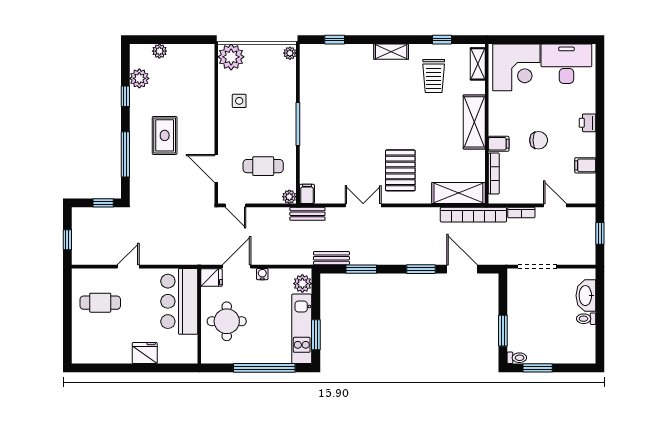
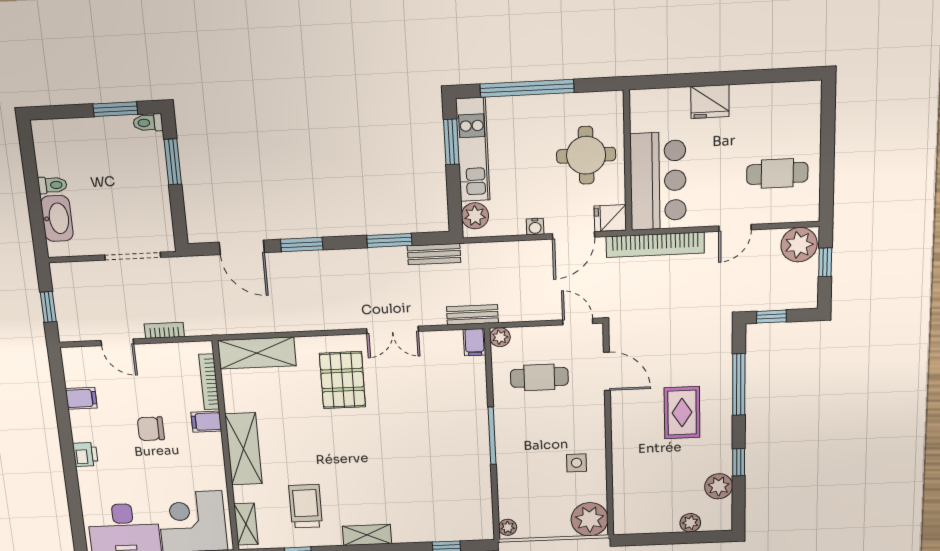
bookcase: (473, 215) -> (655, 245), moved, turned 180
plant: (85, 253) -> (799, 245), added

